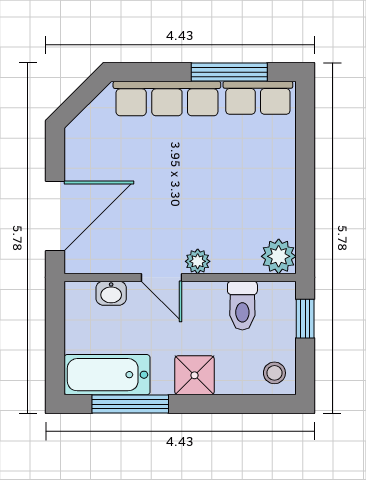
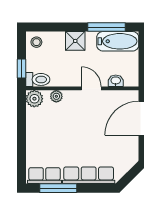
plant: (198, 261) -> (56, 96), moved
toilet: (242, 306) -> (38, 79), moved, turned 90

